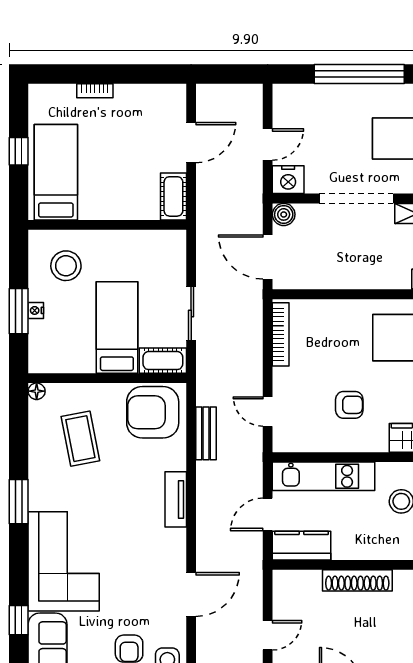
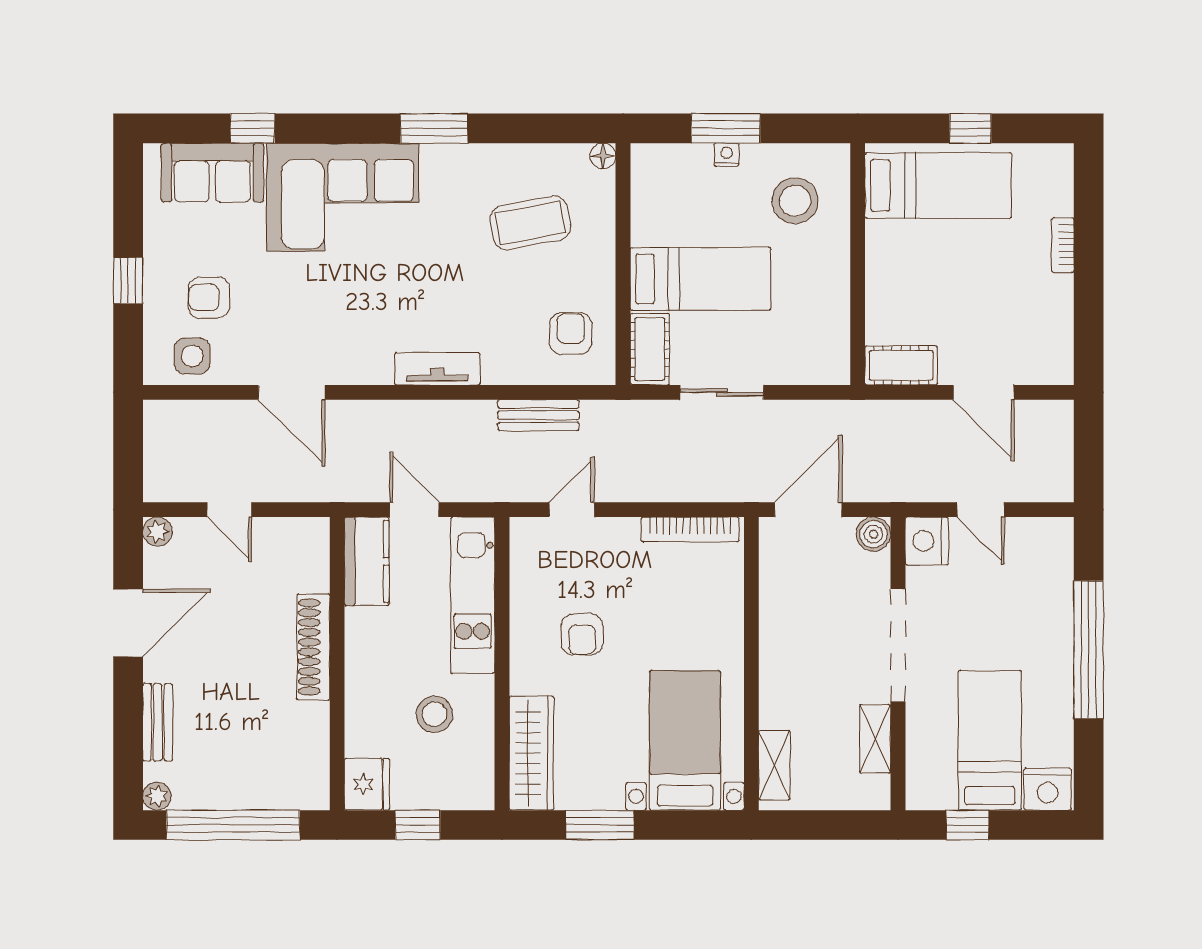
armchair: (153, 412) -> (571, 334), width x0.53, depth x0.53

